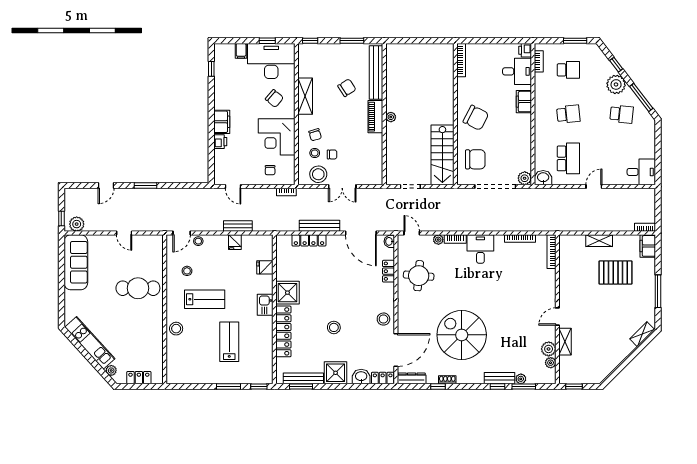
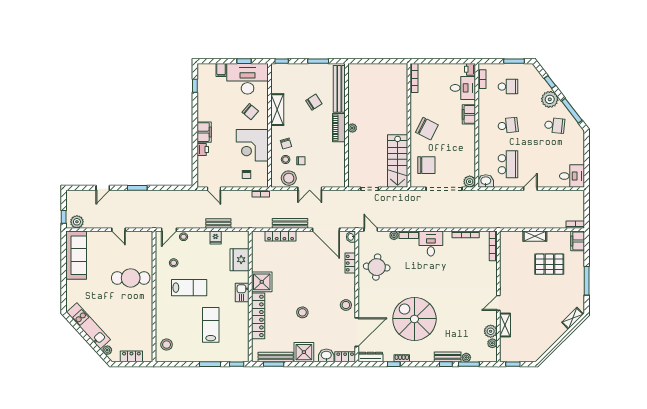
fridge: (265, 267) -> (240, 260), width x1.88, depth x1.34
stool: (176, 329) -> (167, 345), moved

